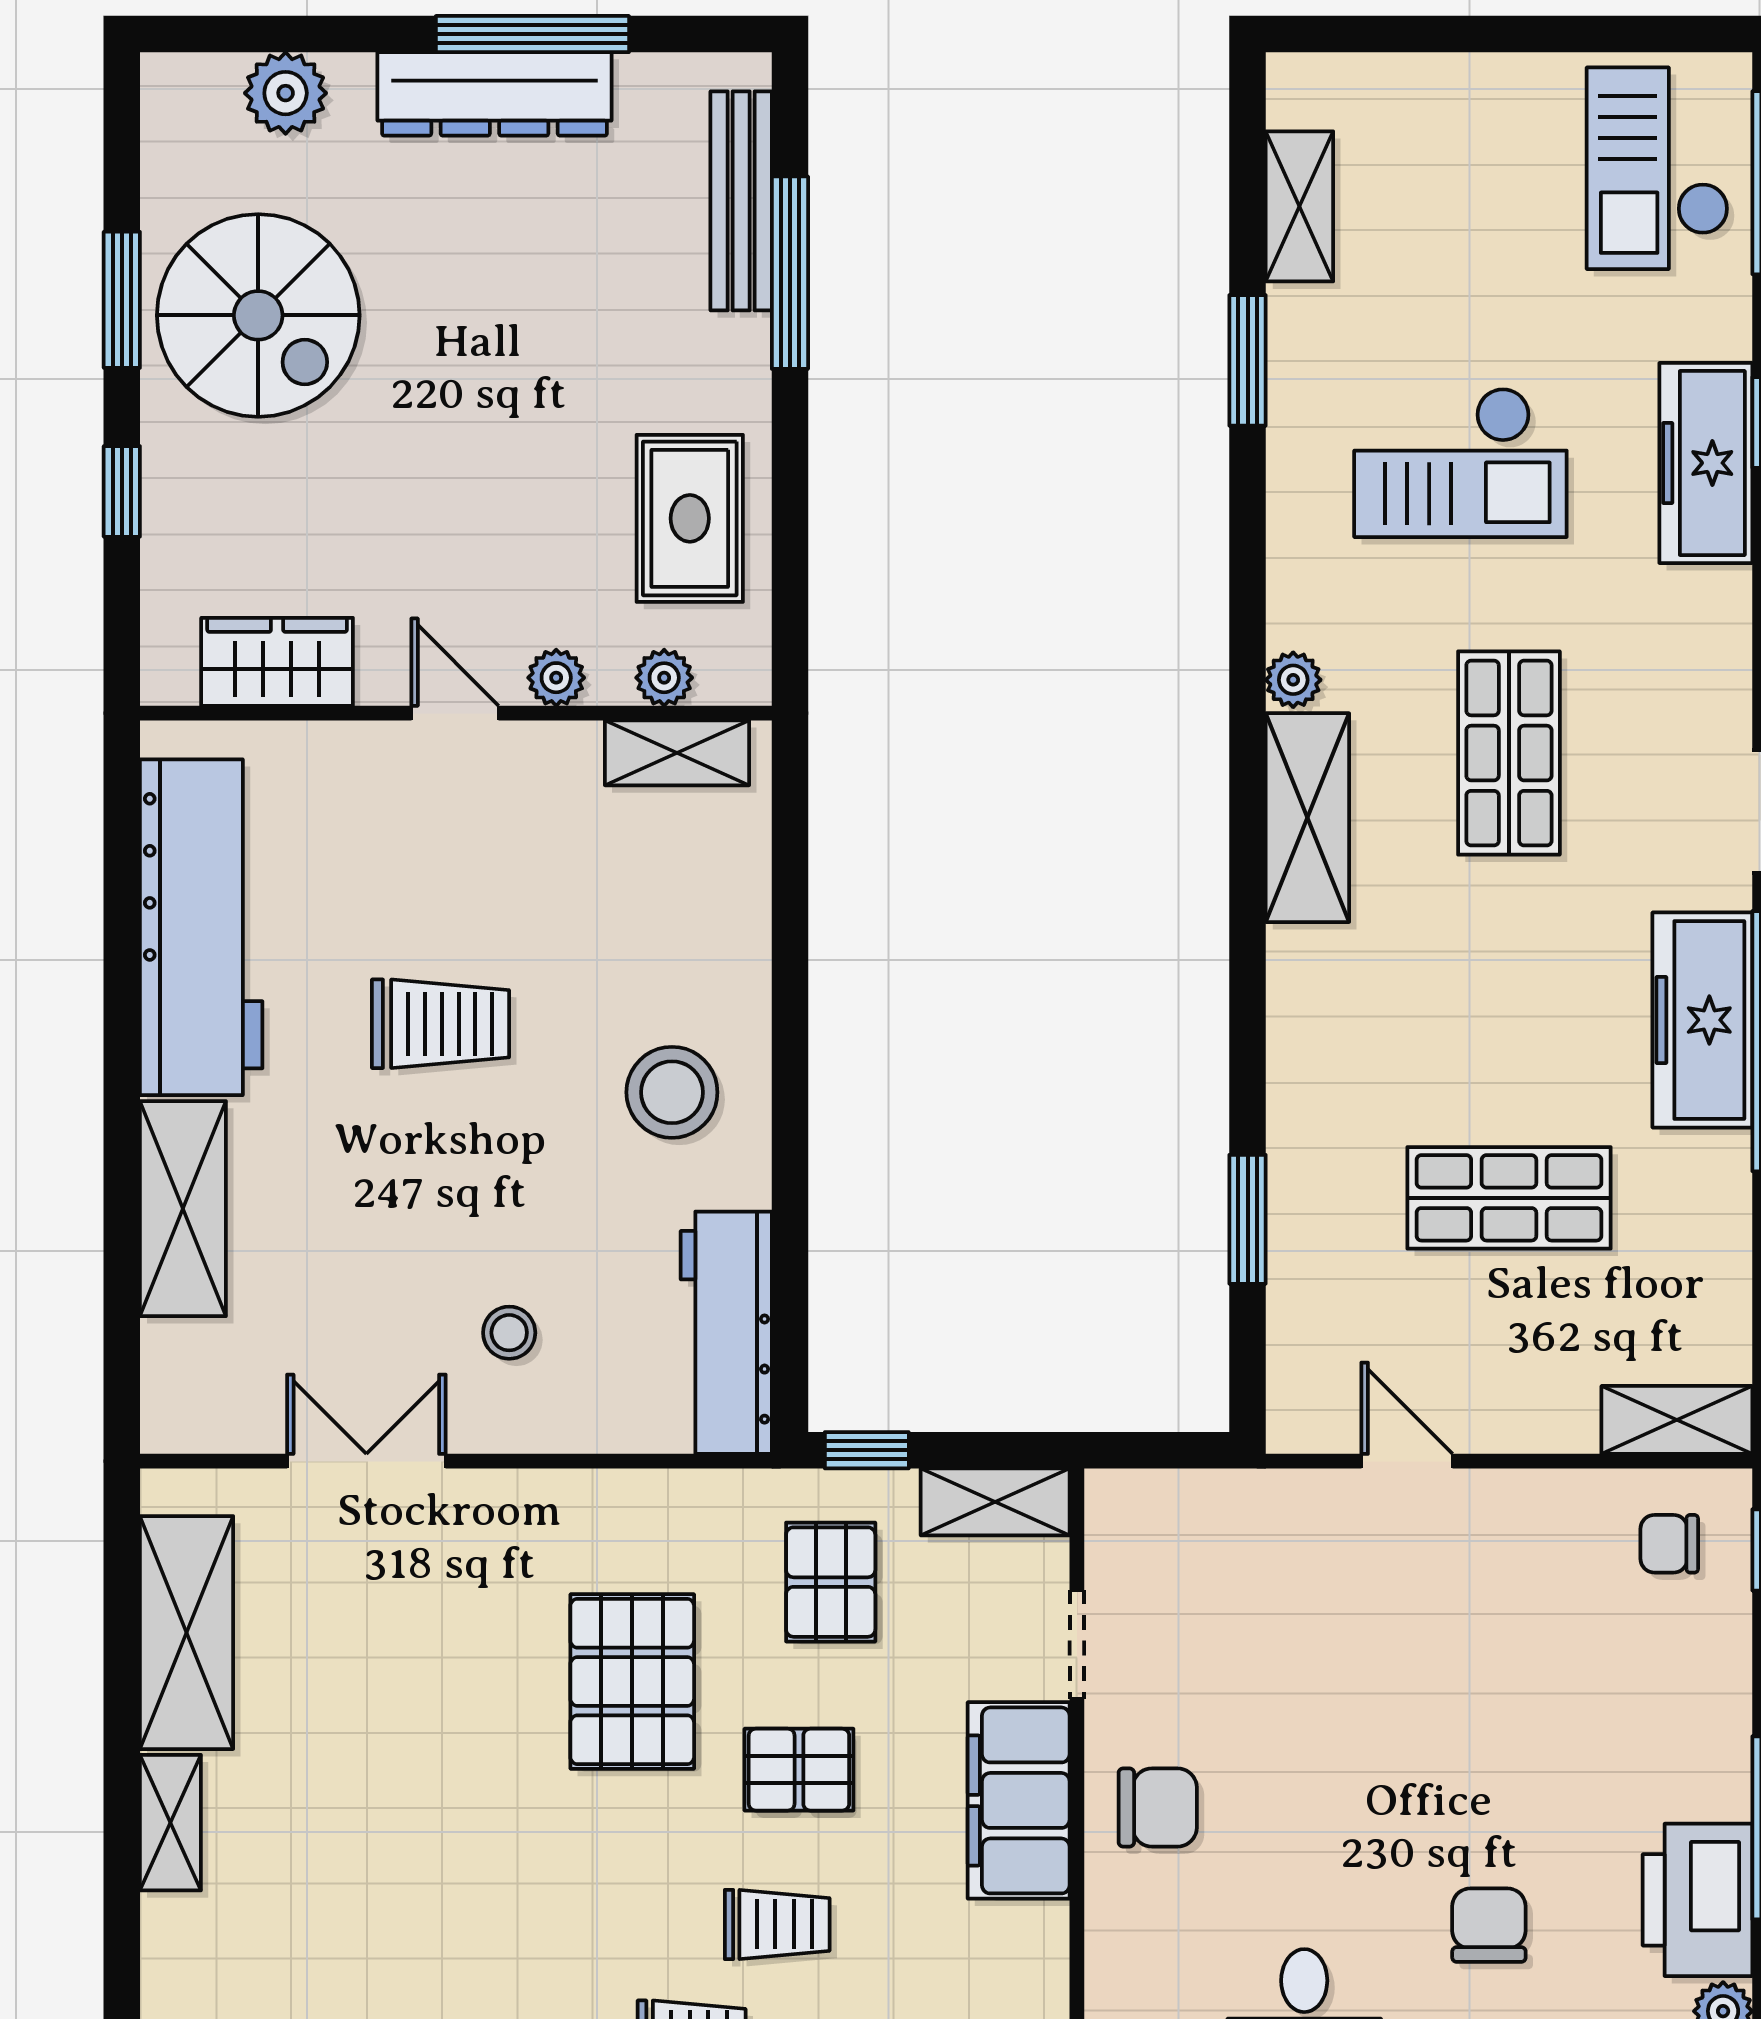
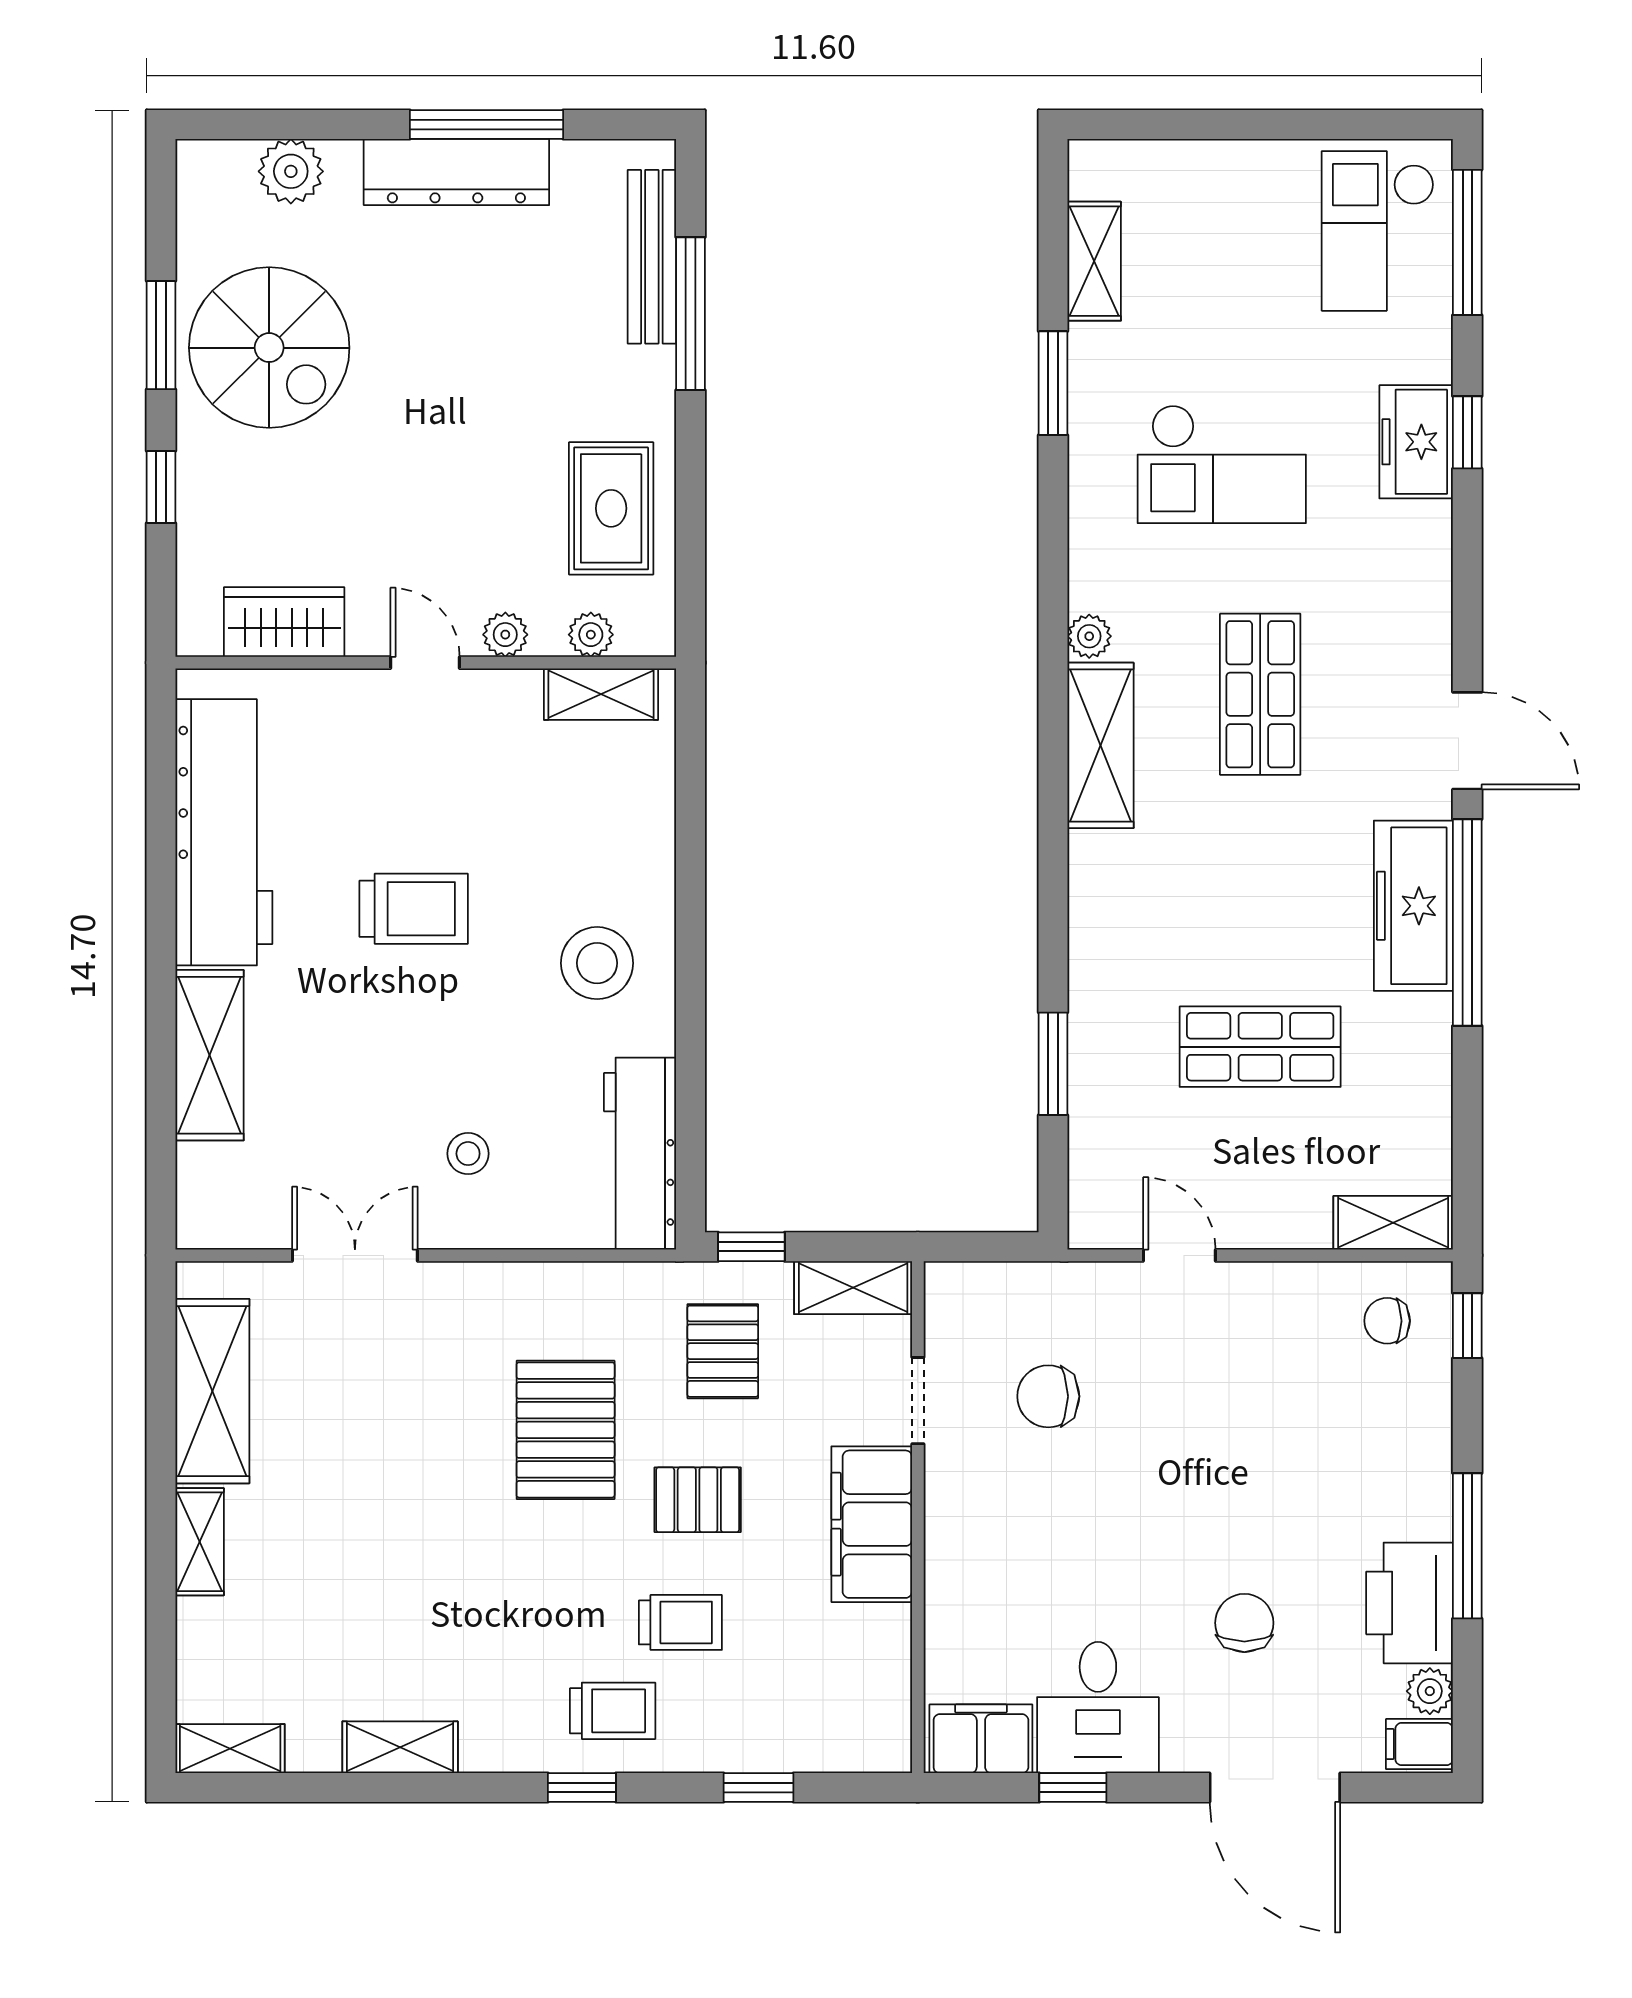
freezer: (1706, 463) -> (1416, 442), width x0.71
chair: (1158, 1807) -> (1048, 1396), moved, turned 180

